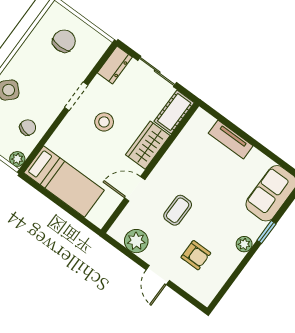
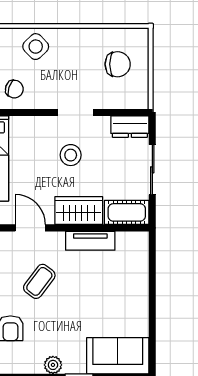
tv unit: (231, 140) -> (90, 241), moved, turned -90
coffee table: (178, 210) -> (39, 281), turned -53

